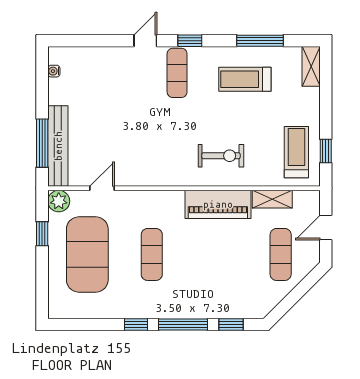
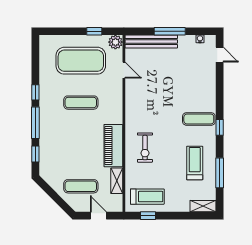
door: (145, 41) -> (220, 55), moved
window: (42, 143) -> (170, 31), moved

